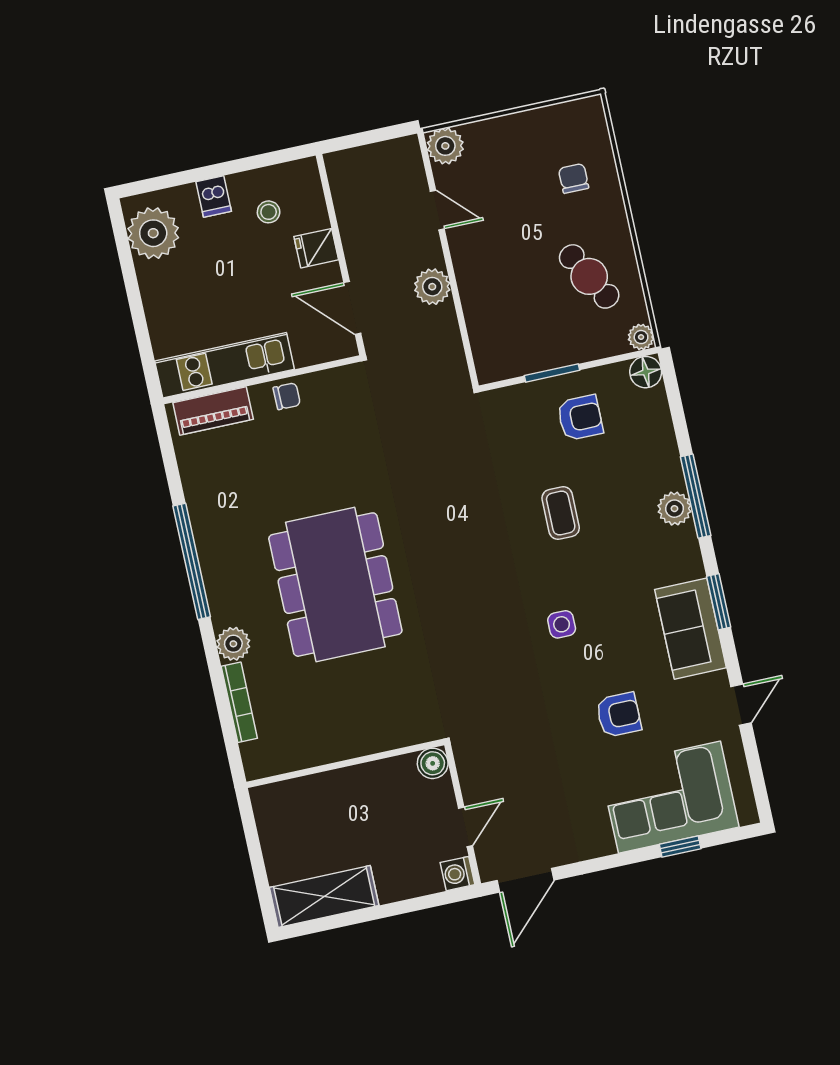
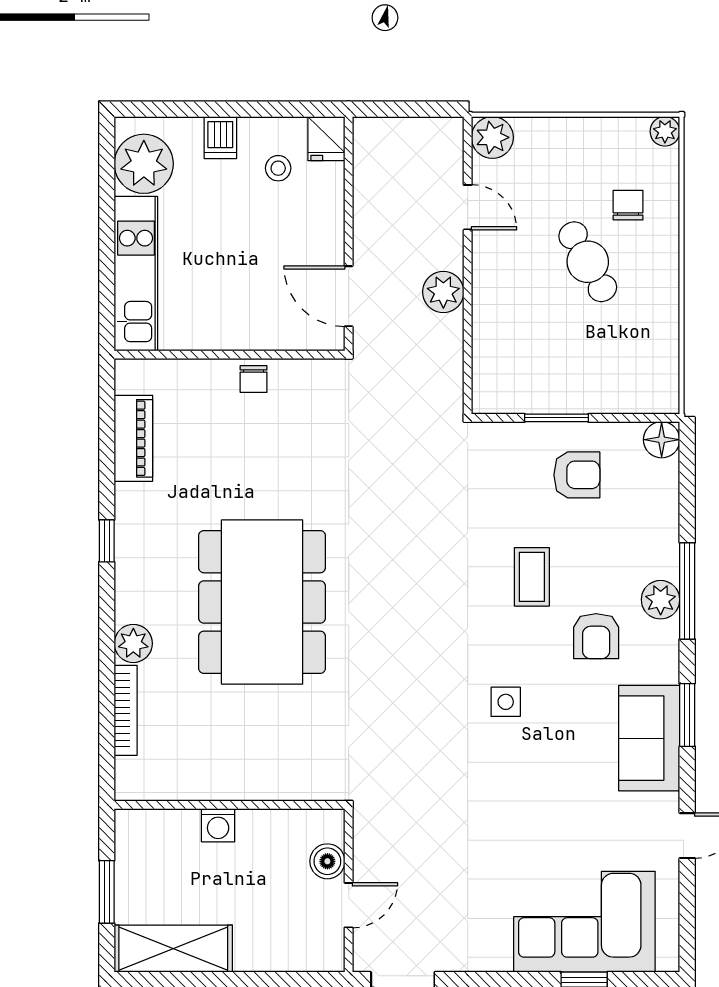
fridge: (316, 248) -> (326, 139), moved, turned -90
cafe table: (589, 276) -> (588, 262), moved
plant: (641, 337) -> (665, 131), moved
kitchen unit: (225, 365) -> (136, 274), moved, turned 90
chair: (287, 396) -> (254, 379), turned 90
piano: (213, 411) -> (133, 438), moved, turned -90
window: (192, 561) -> (107, 541), width x0.32
armchair: (619, 715) -> (596, 636), moved, turned 90
boiler: (433, 763) -> (327, 861), moved
window: (257, 860) -> (107, 892), added
washing machine: (457, 874) -> (218, 825), moved, turned -90

